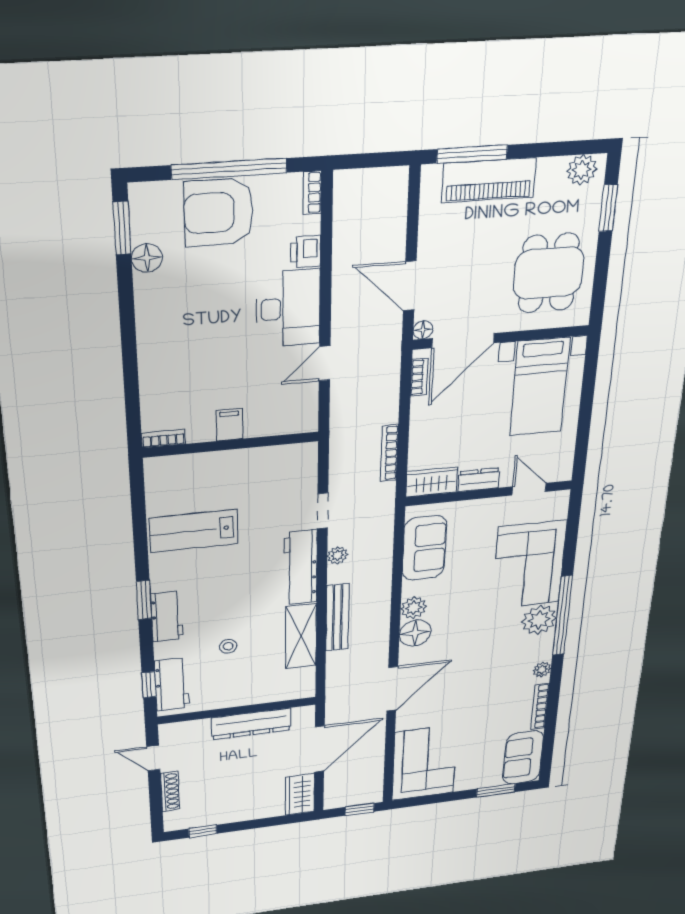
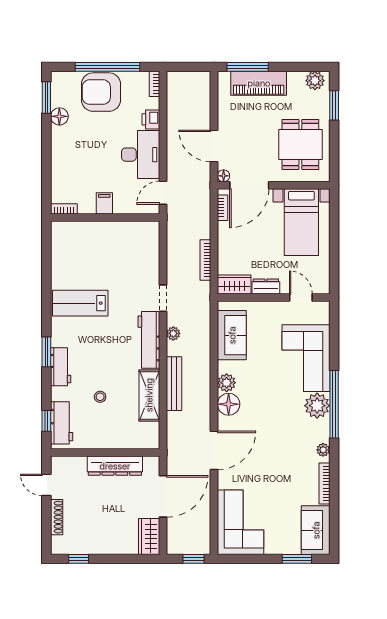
filing cabinet: (229, 425) -> (104, 203), moved
bookcase: (163, 439) -> (64, 209), moved
wall: (231, 445) -> (105, 218), moved

